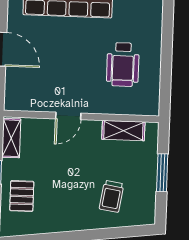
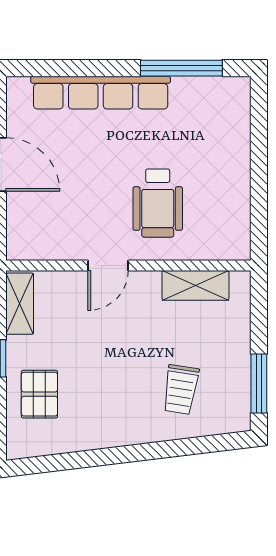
wheelchair: (123, 64) -> (158, 203), moved
window: (162, 173) -> (259, 384), moved

